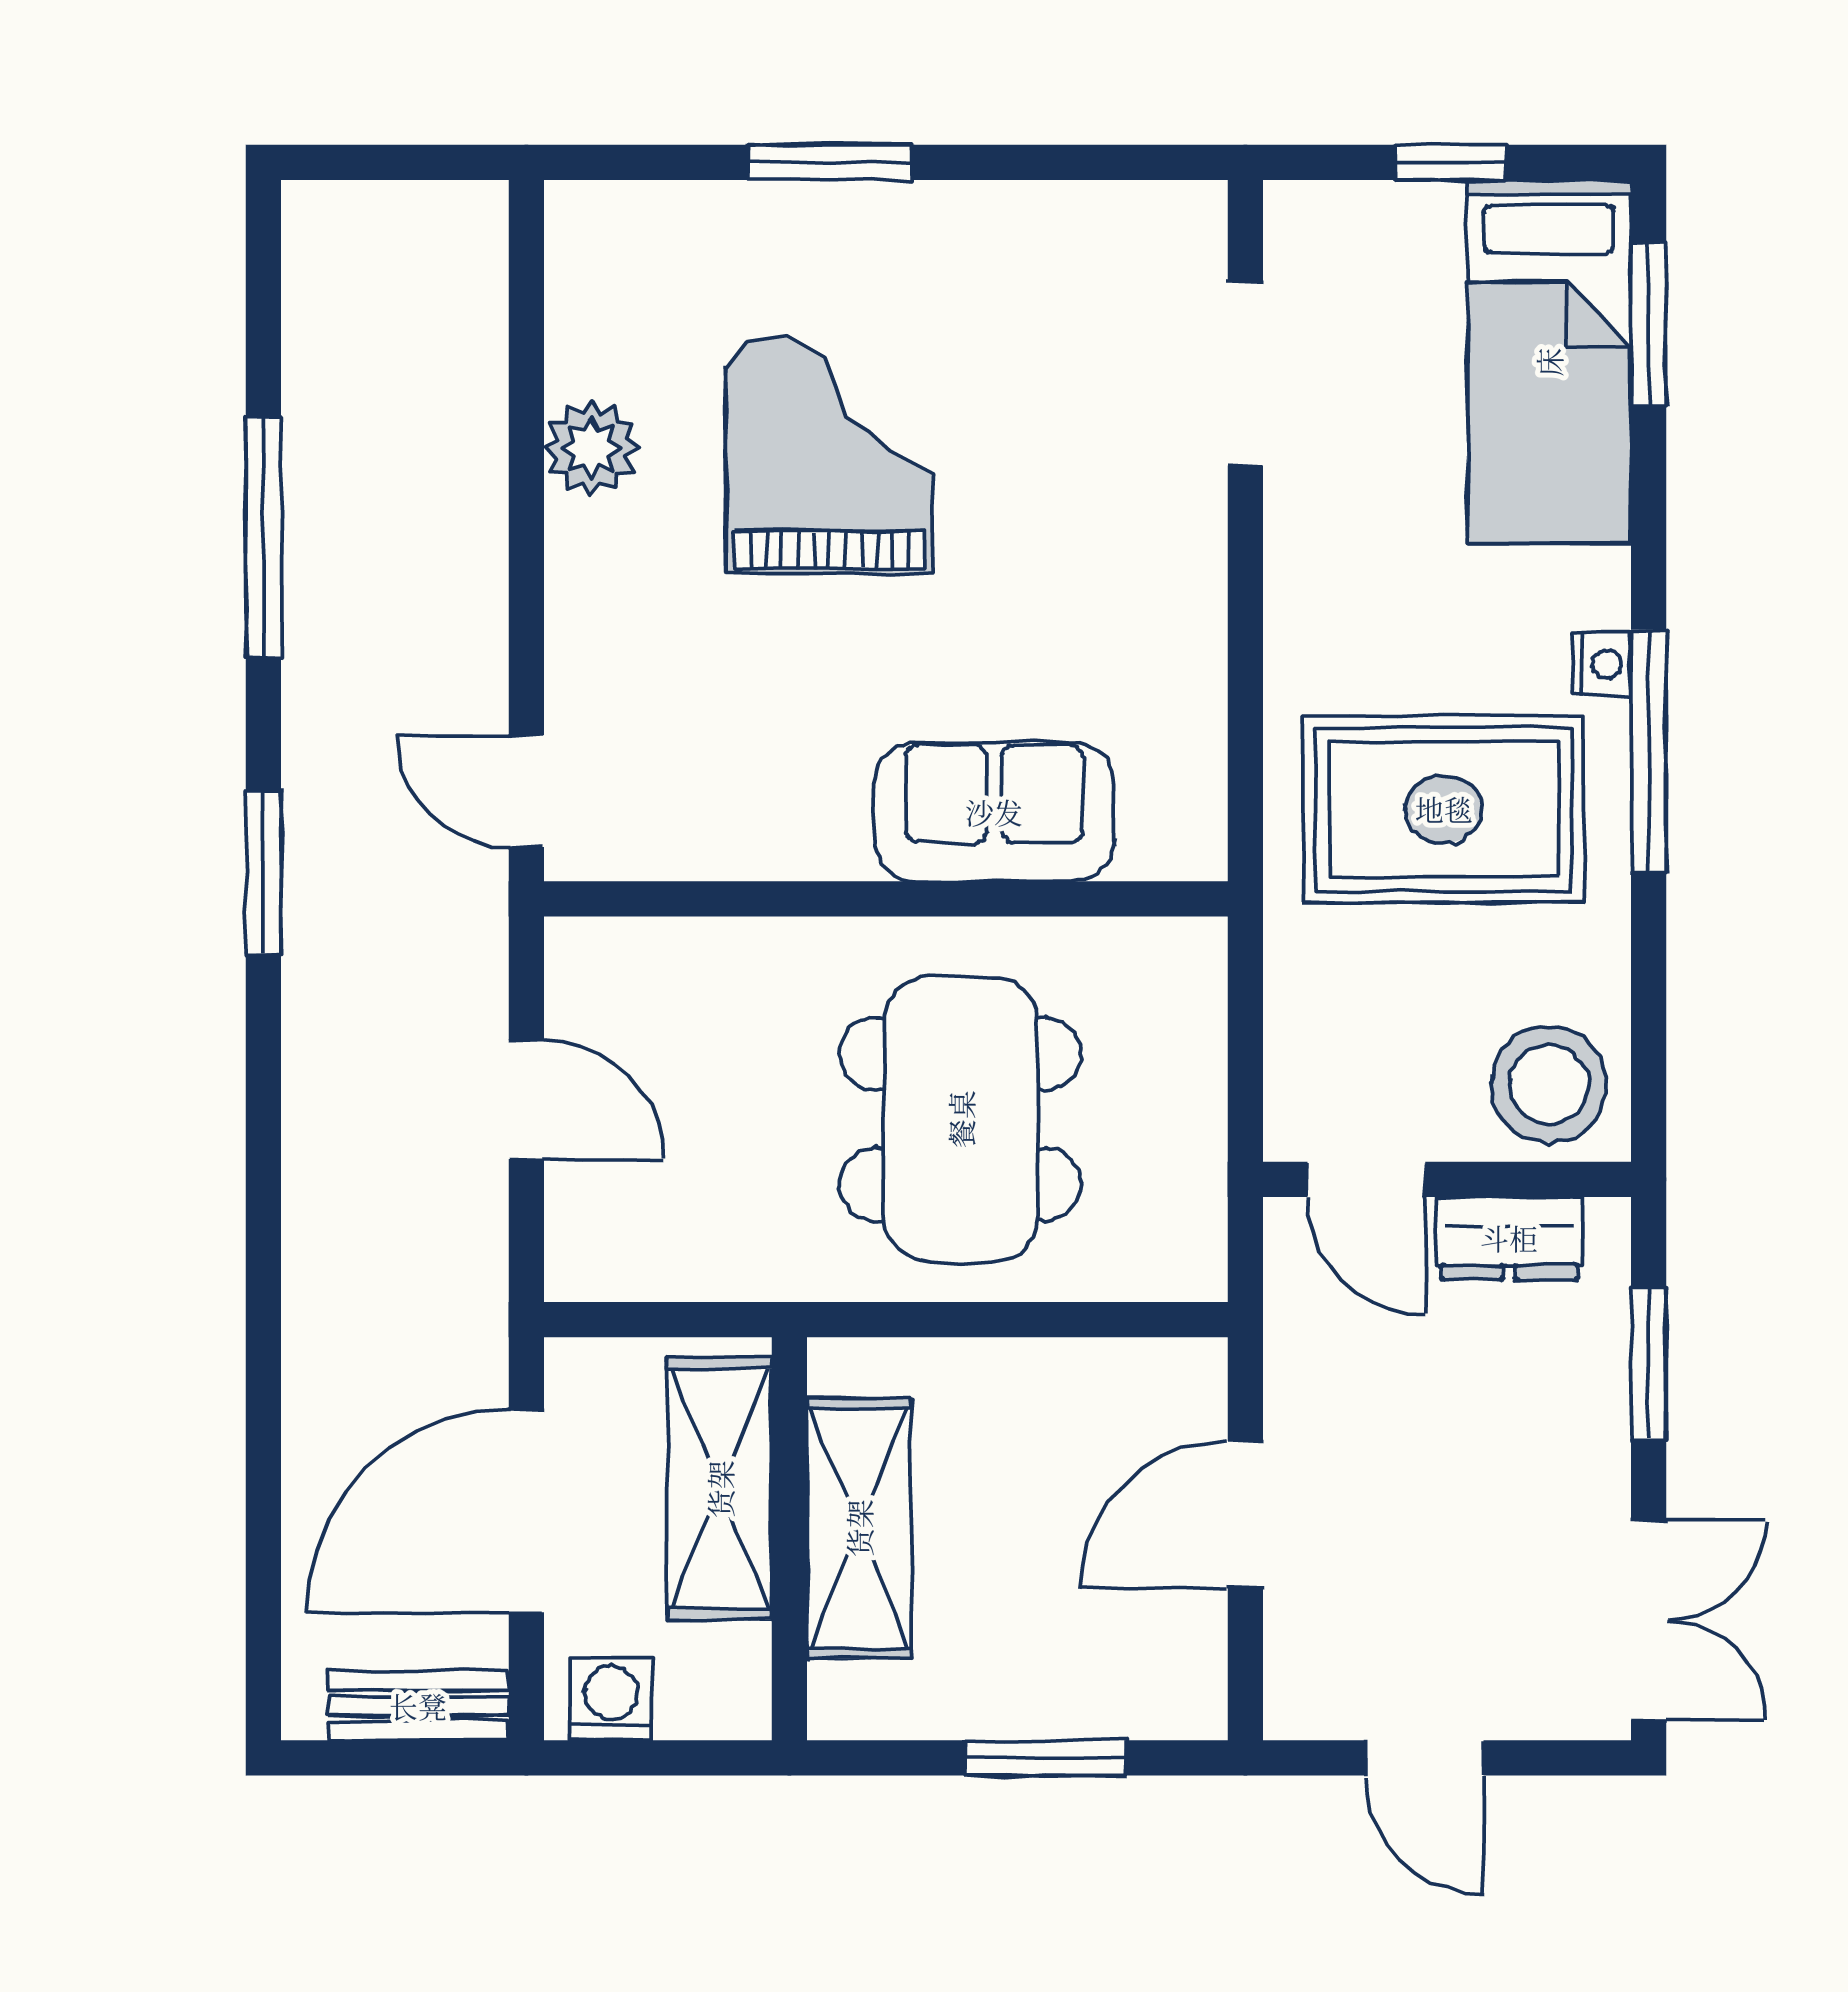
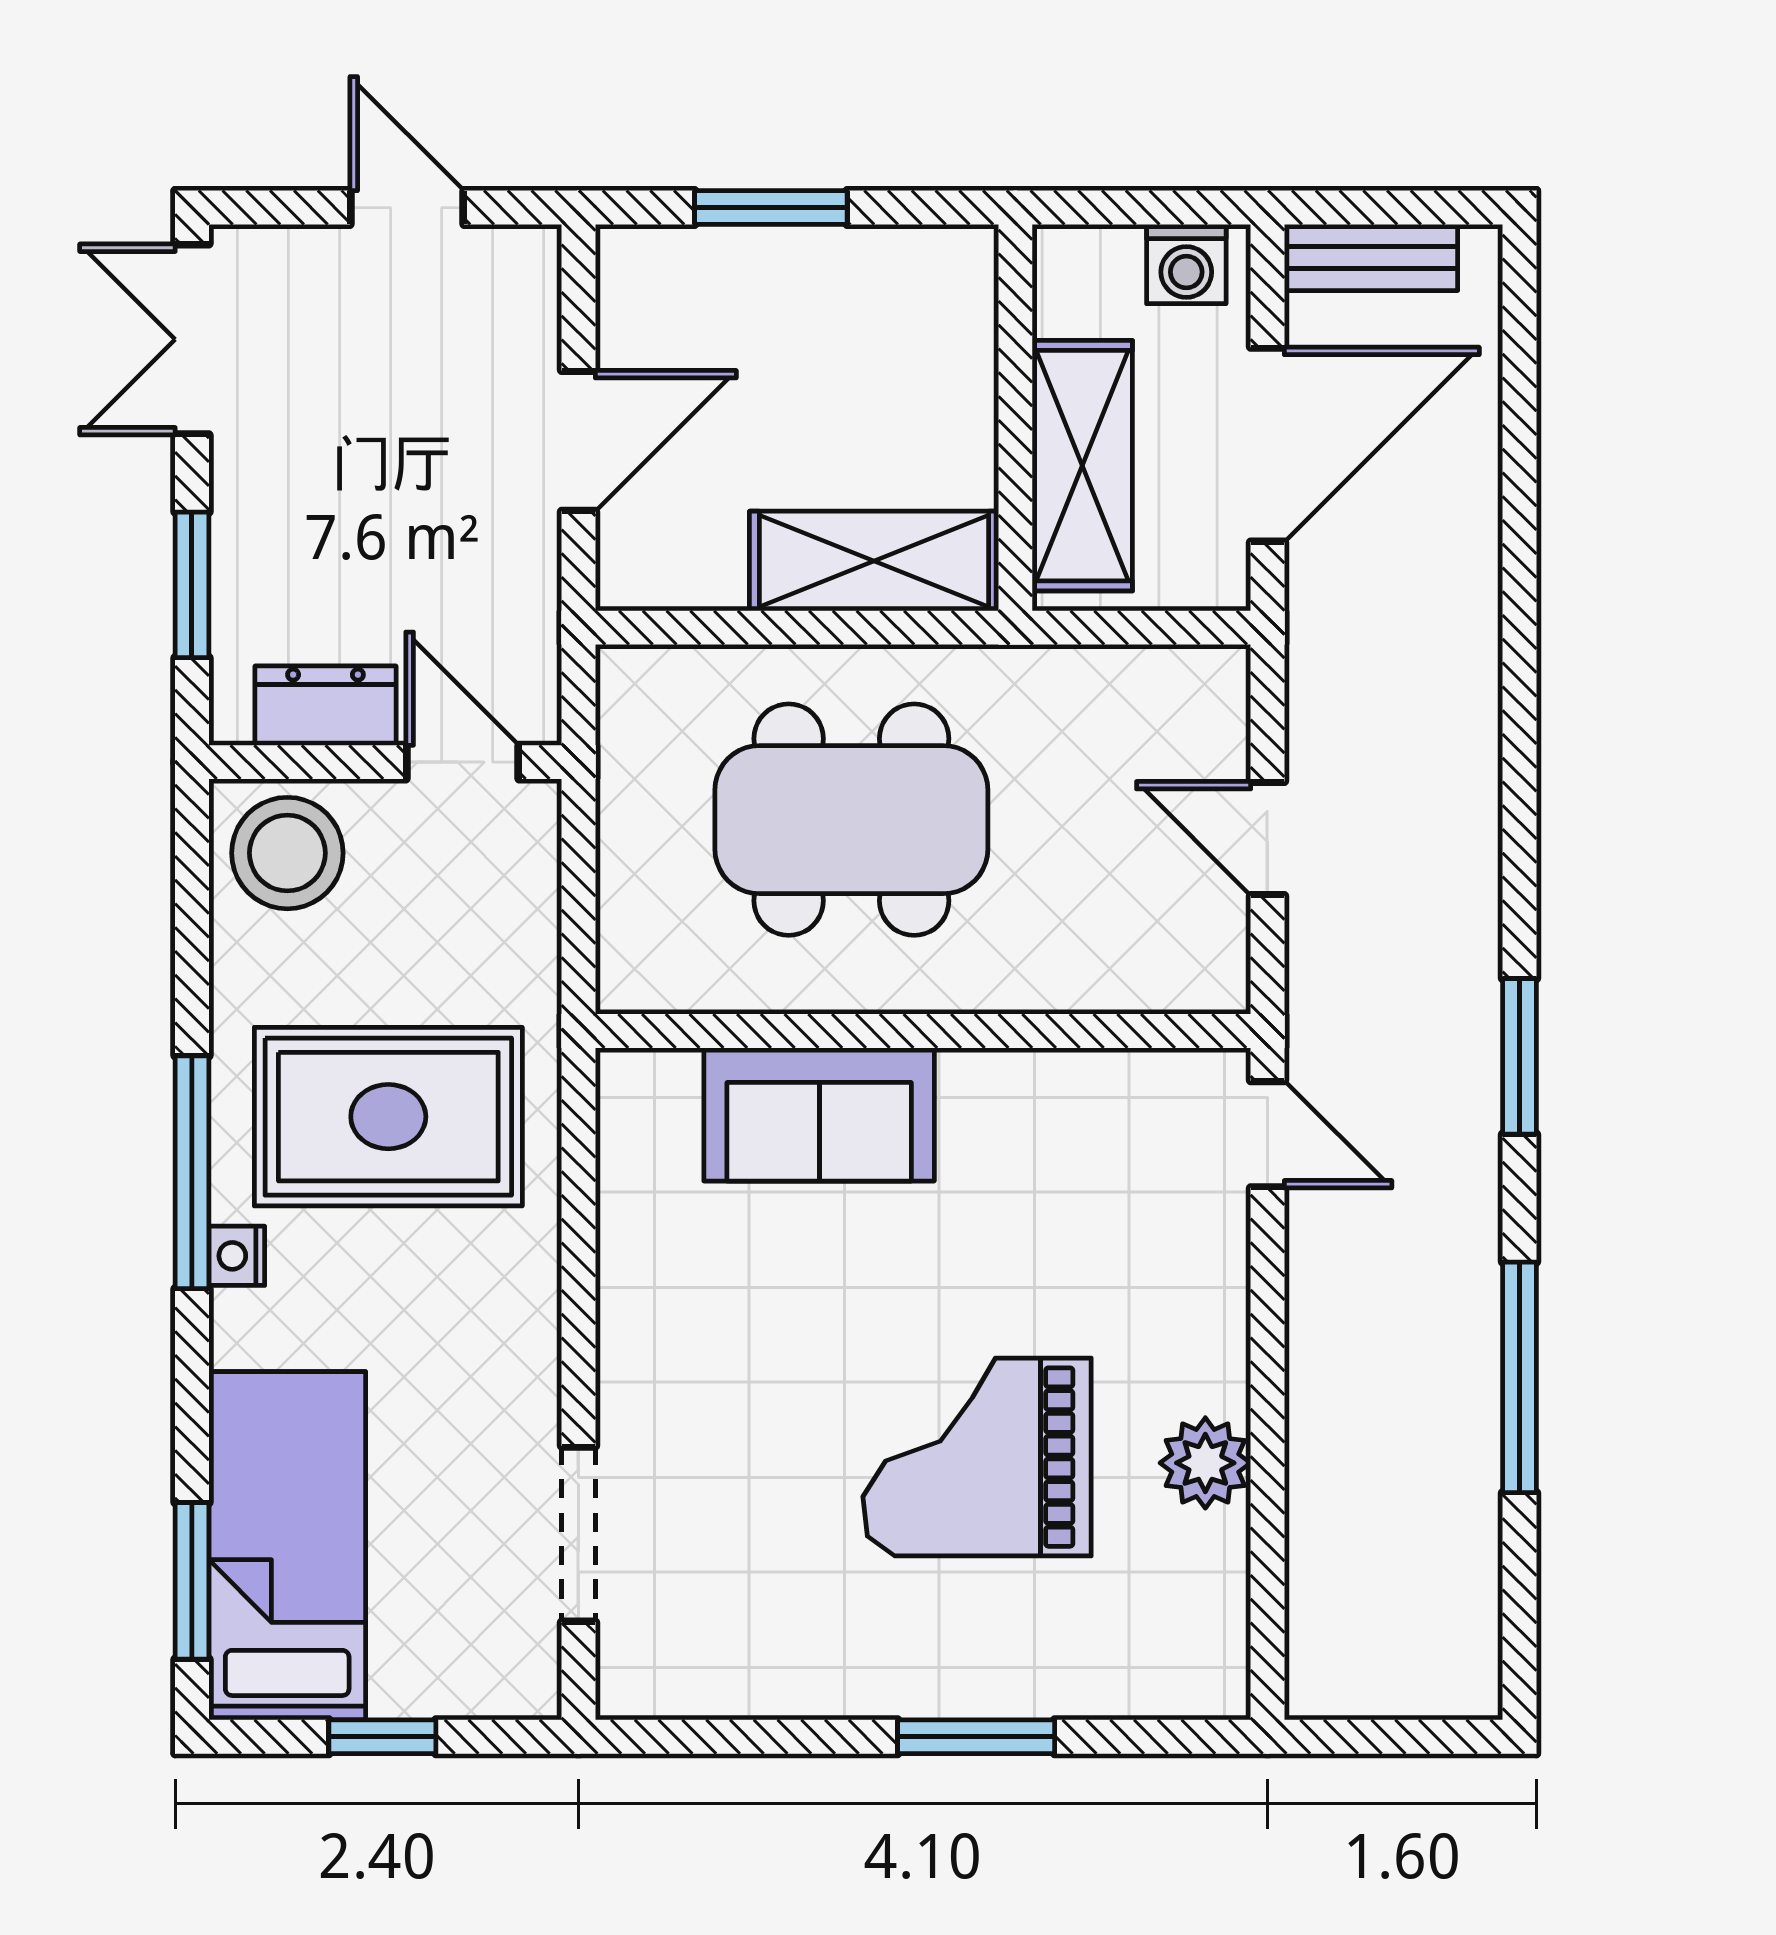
grand piano: (829, 454) -> (977, 1457), turned 90
dining table: (961, 1119) -> (851, 820), turned 90
shelving: (859, 1528) -> (874, 561), moved, turned 90

